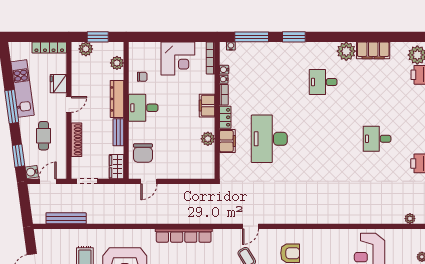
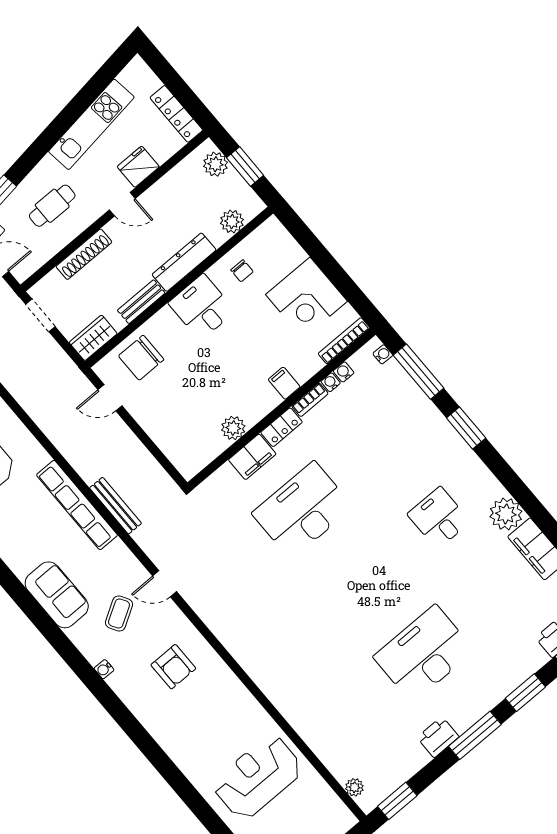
filing cabinet: (207, 106) -> (284, 383), width x0.50
window: (12, 107) -> (55, 131), removed
desk: (377, 139) -> (424, 654), width x1.87, depth x1.30
bench: (198, 219) -> (116, 506), added

